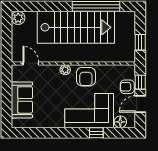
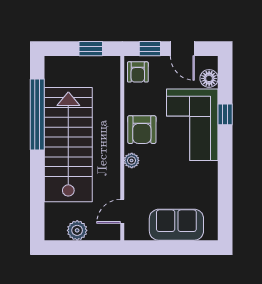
plant: (18, 18) -> (77, 230), moved
armchair: (86, 77) -> (142, 130), turned 90
armchair: (127, 87) -> (138, 72), moved

